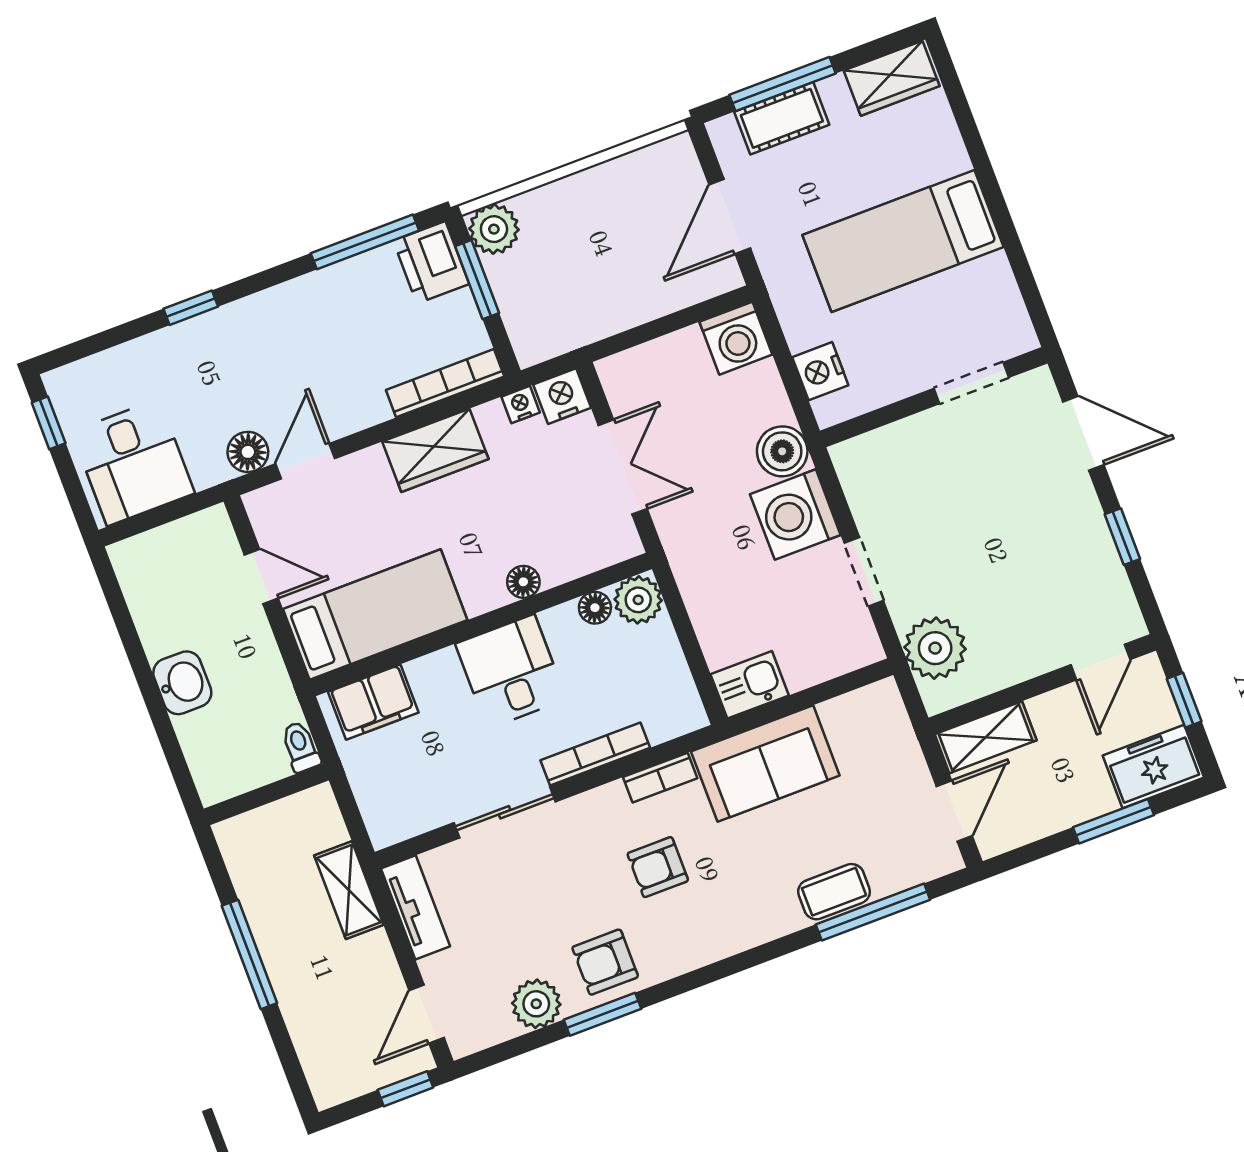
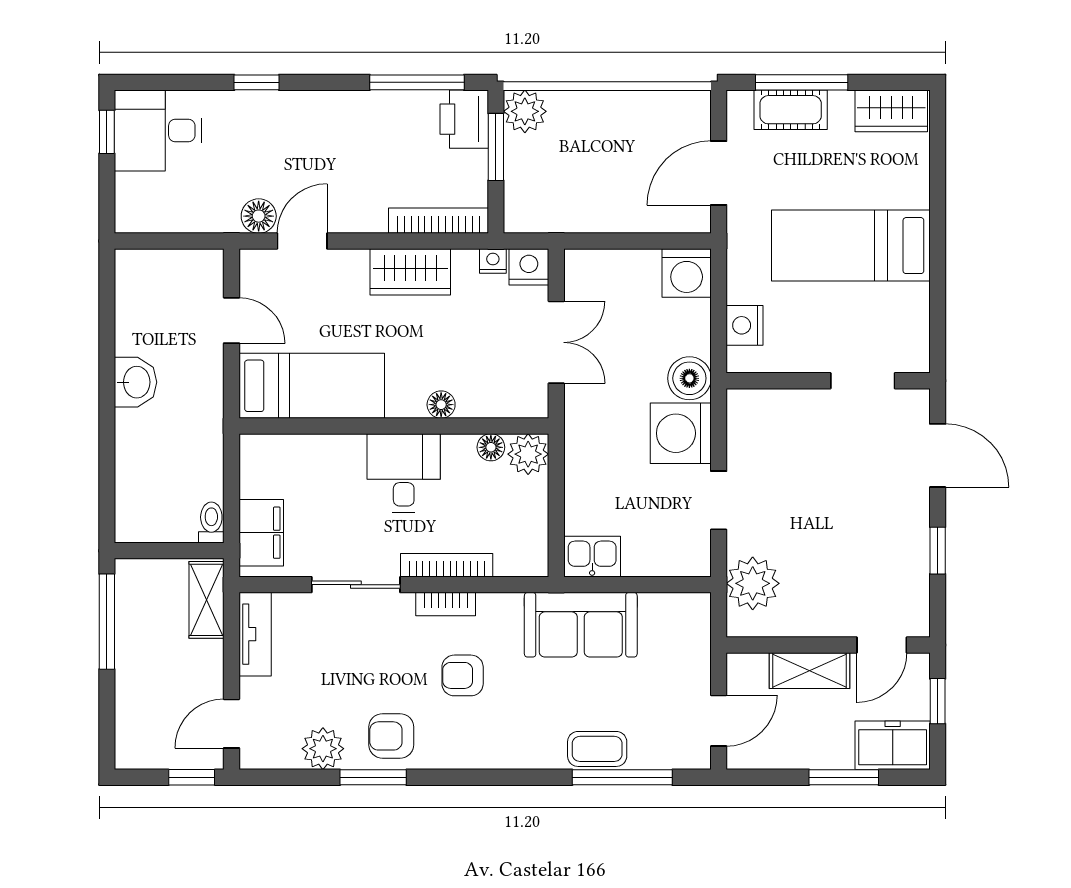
desk: (133, 463) -> (158, 131), moved, turned 90
filing cabinet: (373, 702) -> (261, 533), moved, turned -90
shelving: (986, 737) -> (809, 671), moved
toilet: (301, 747) -> (211, 523), moved
bookcase: (660, 778) -> (446, 604), moved
wall: (266, 795) -> (169, 551), moved

